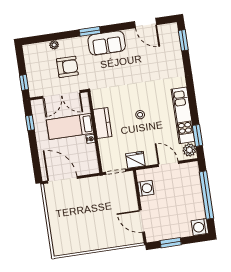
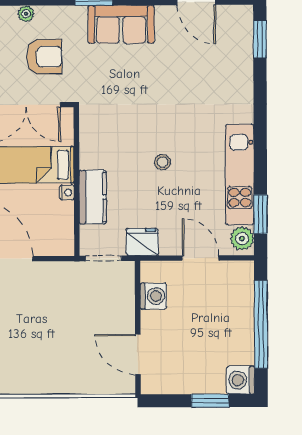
kitchen counter: (102, 123) -> (93, 197), moved
window: (171, 243) -> (210, 401), moved

